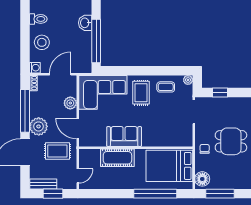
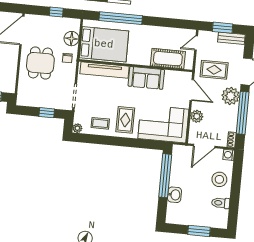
tv unit: (166, 140) -> (105, 70), added
dining table: (231, 141) -> (40, 63), turned 90
cot: (117, 158) -> (168, 59), moved
floor lamp: (202, 179) -> (72, 39), moved
window: (220, 194) -> (56, 12), width x0.46

